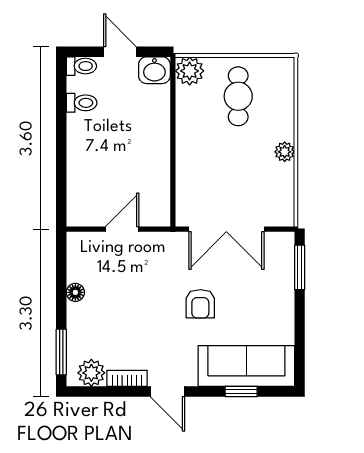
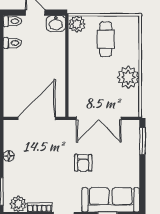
plant: (285, 152) -> (128, 77), width x1.87, depth x1.87
door: (122, 229) -> (37, 118), width x1.87

